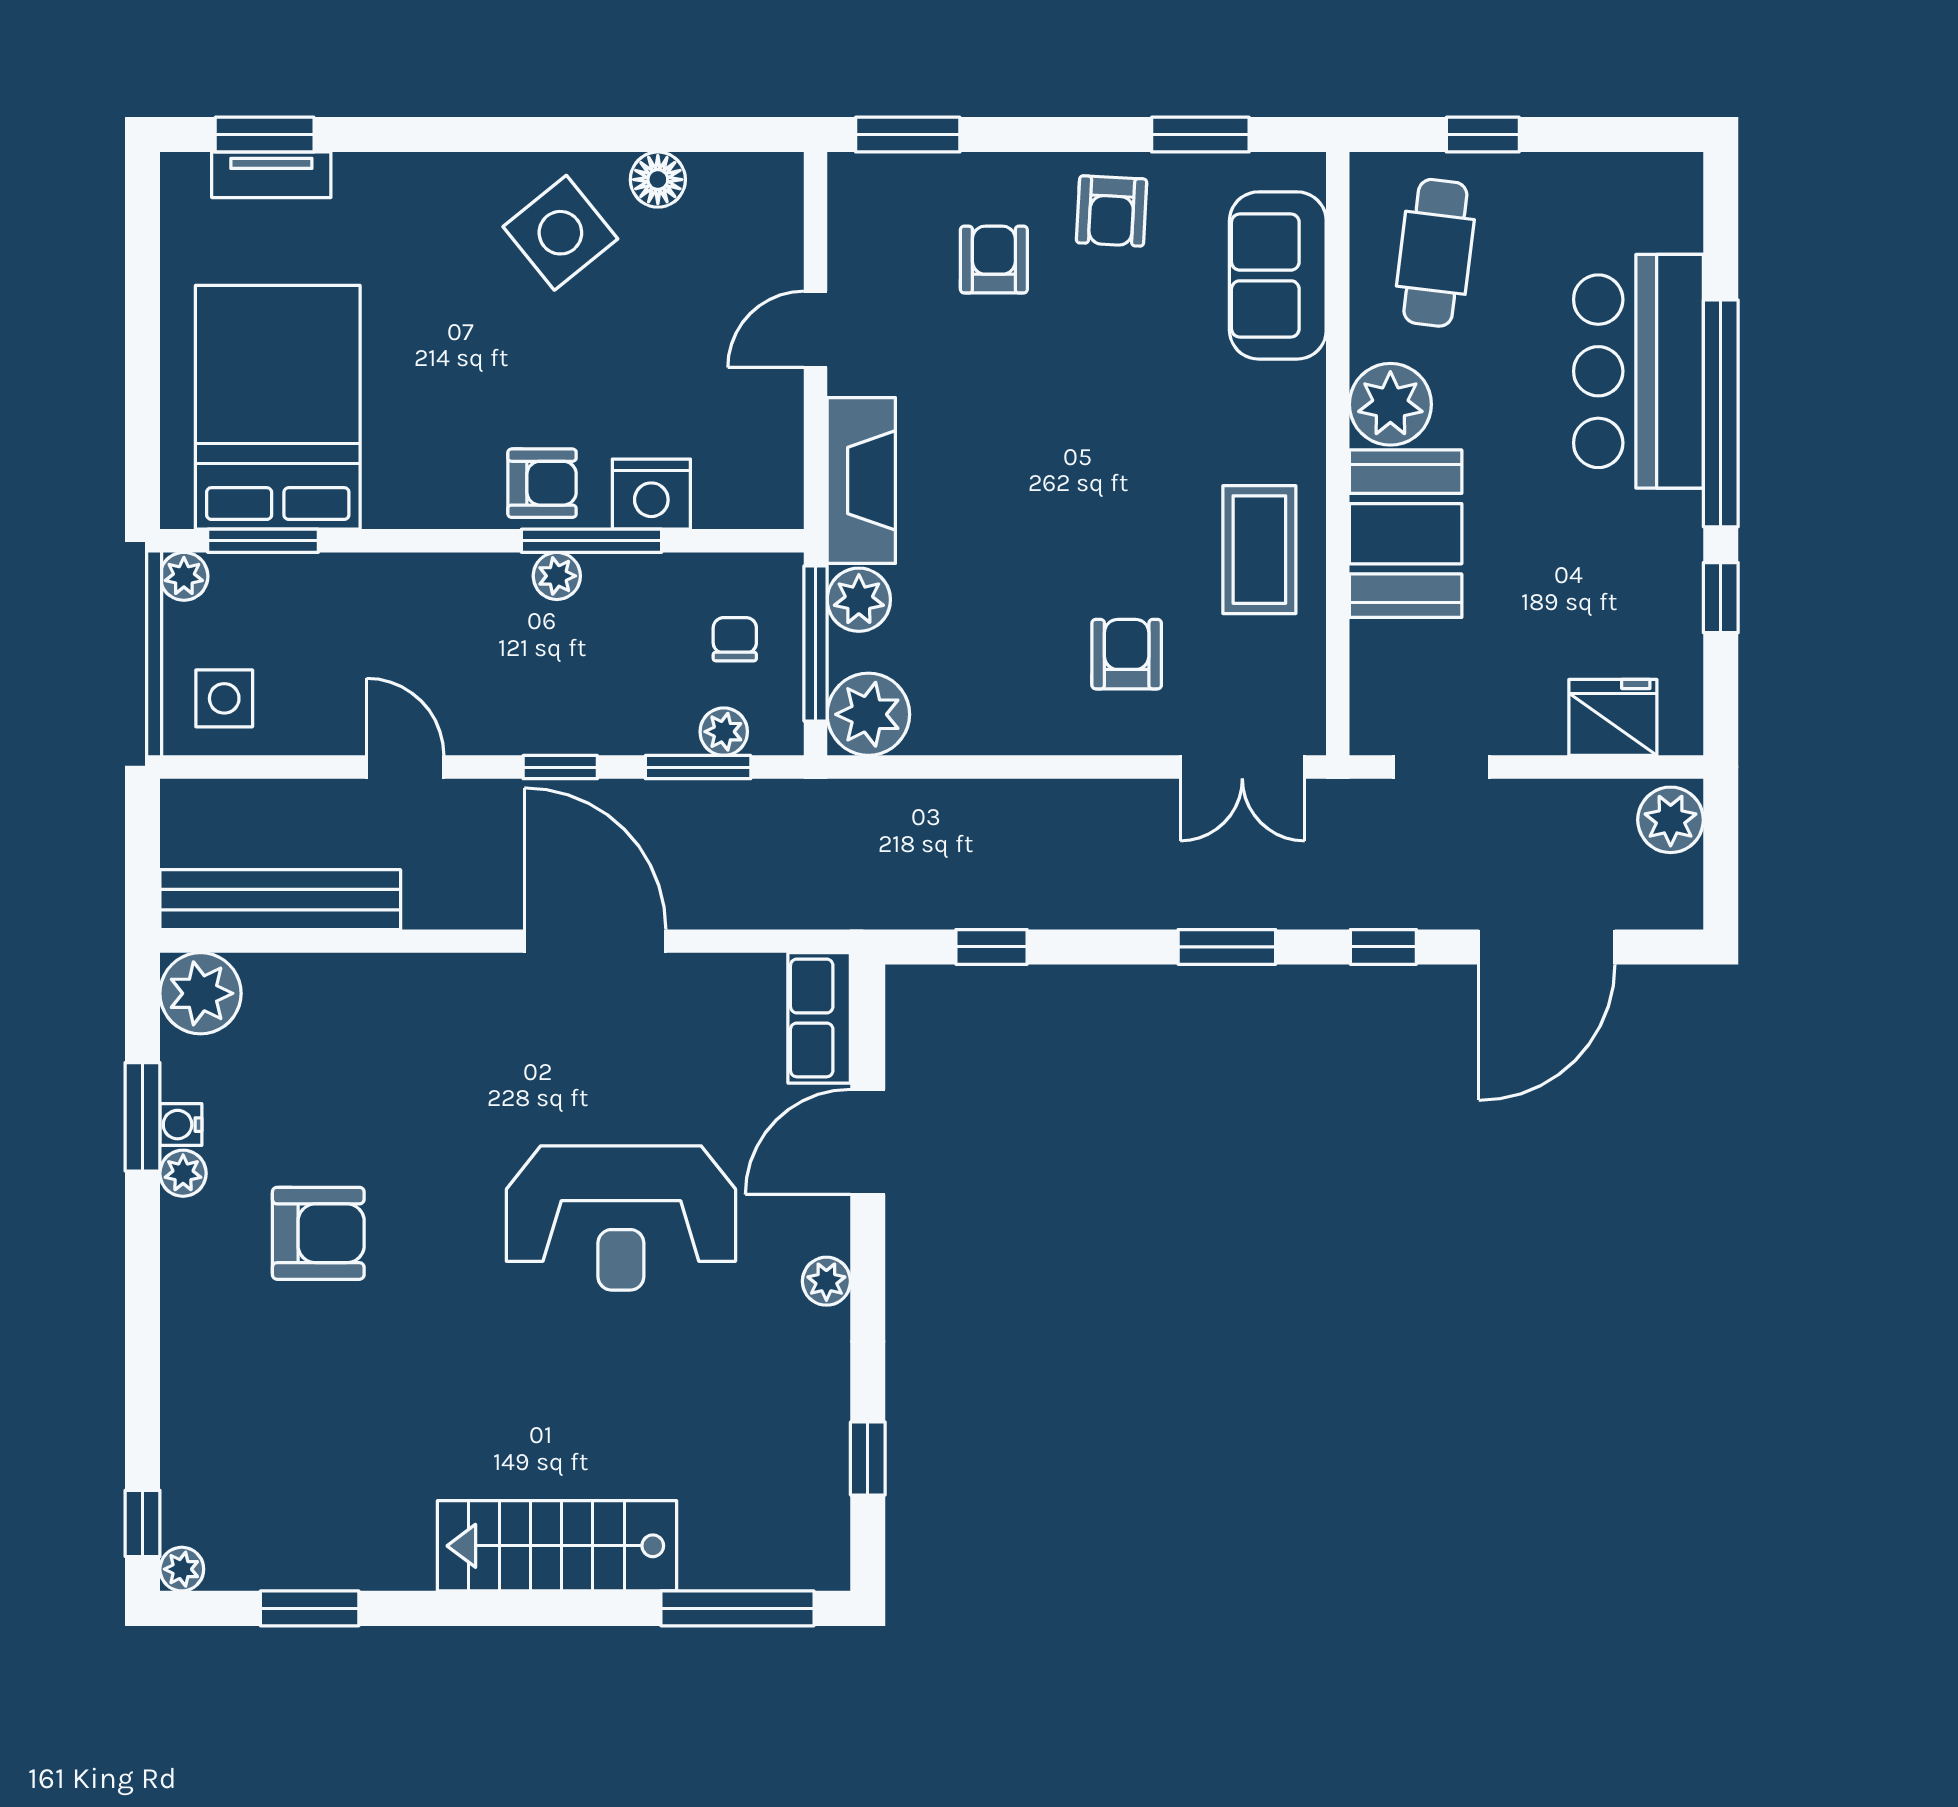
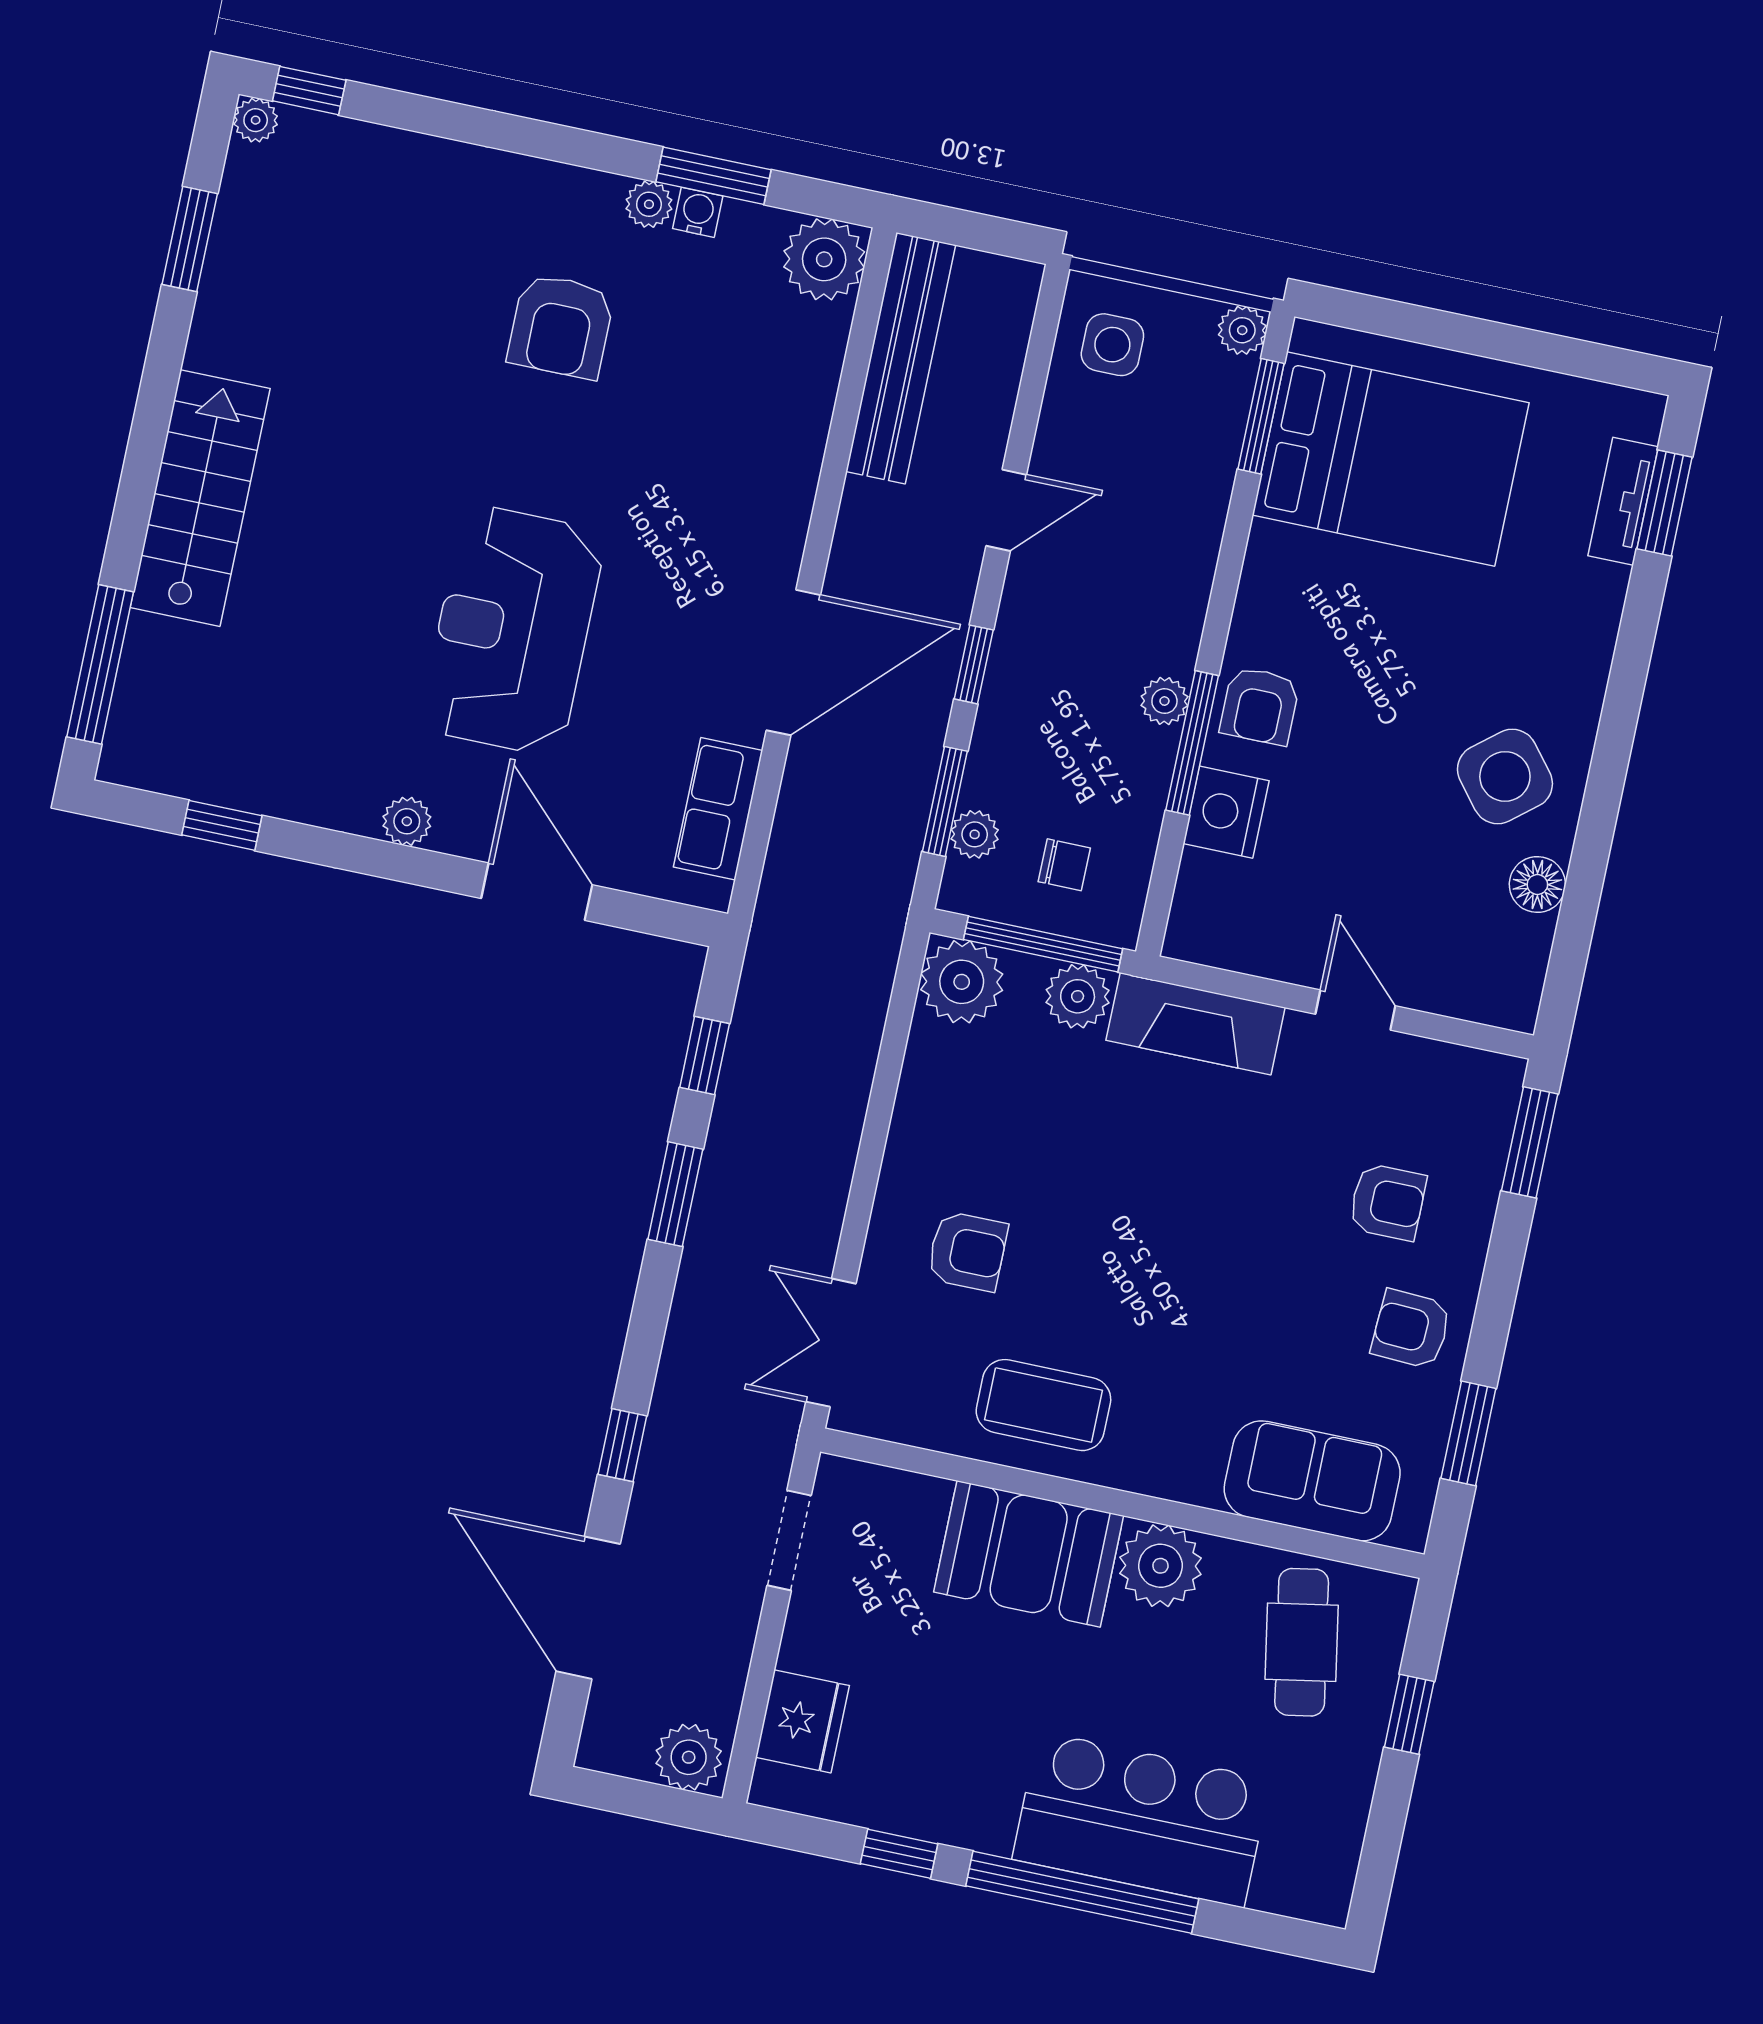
cafe table: (1435, 253) -> (1302, 1642), turned 73
window: (1227, 947) -> (675, 1194), moved
row of seats: (819, 1018) -> (718, 809), moved, turned -90

